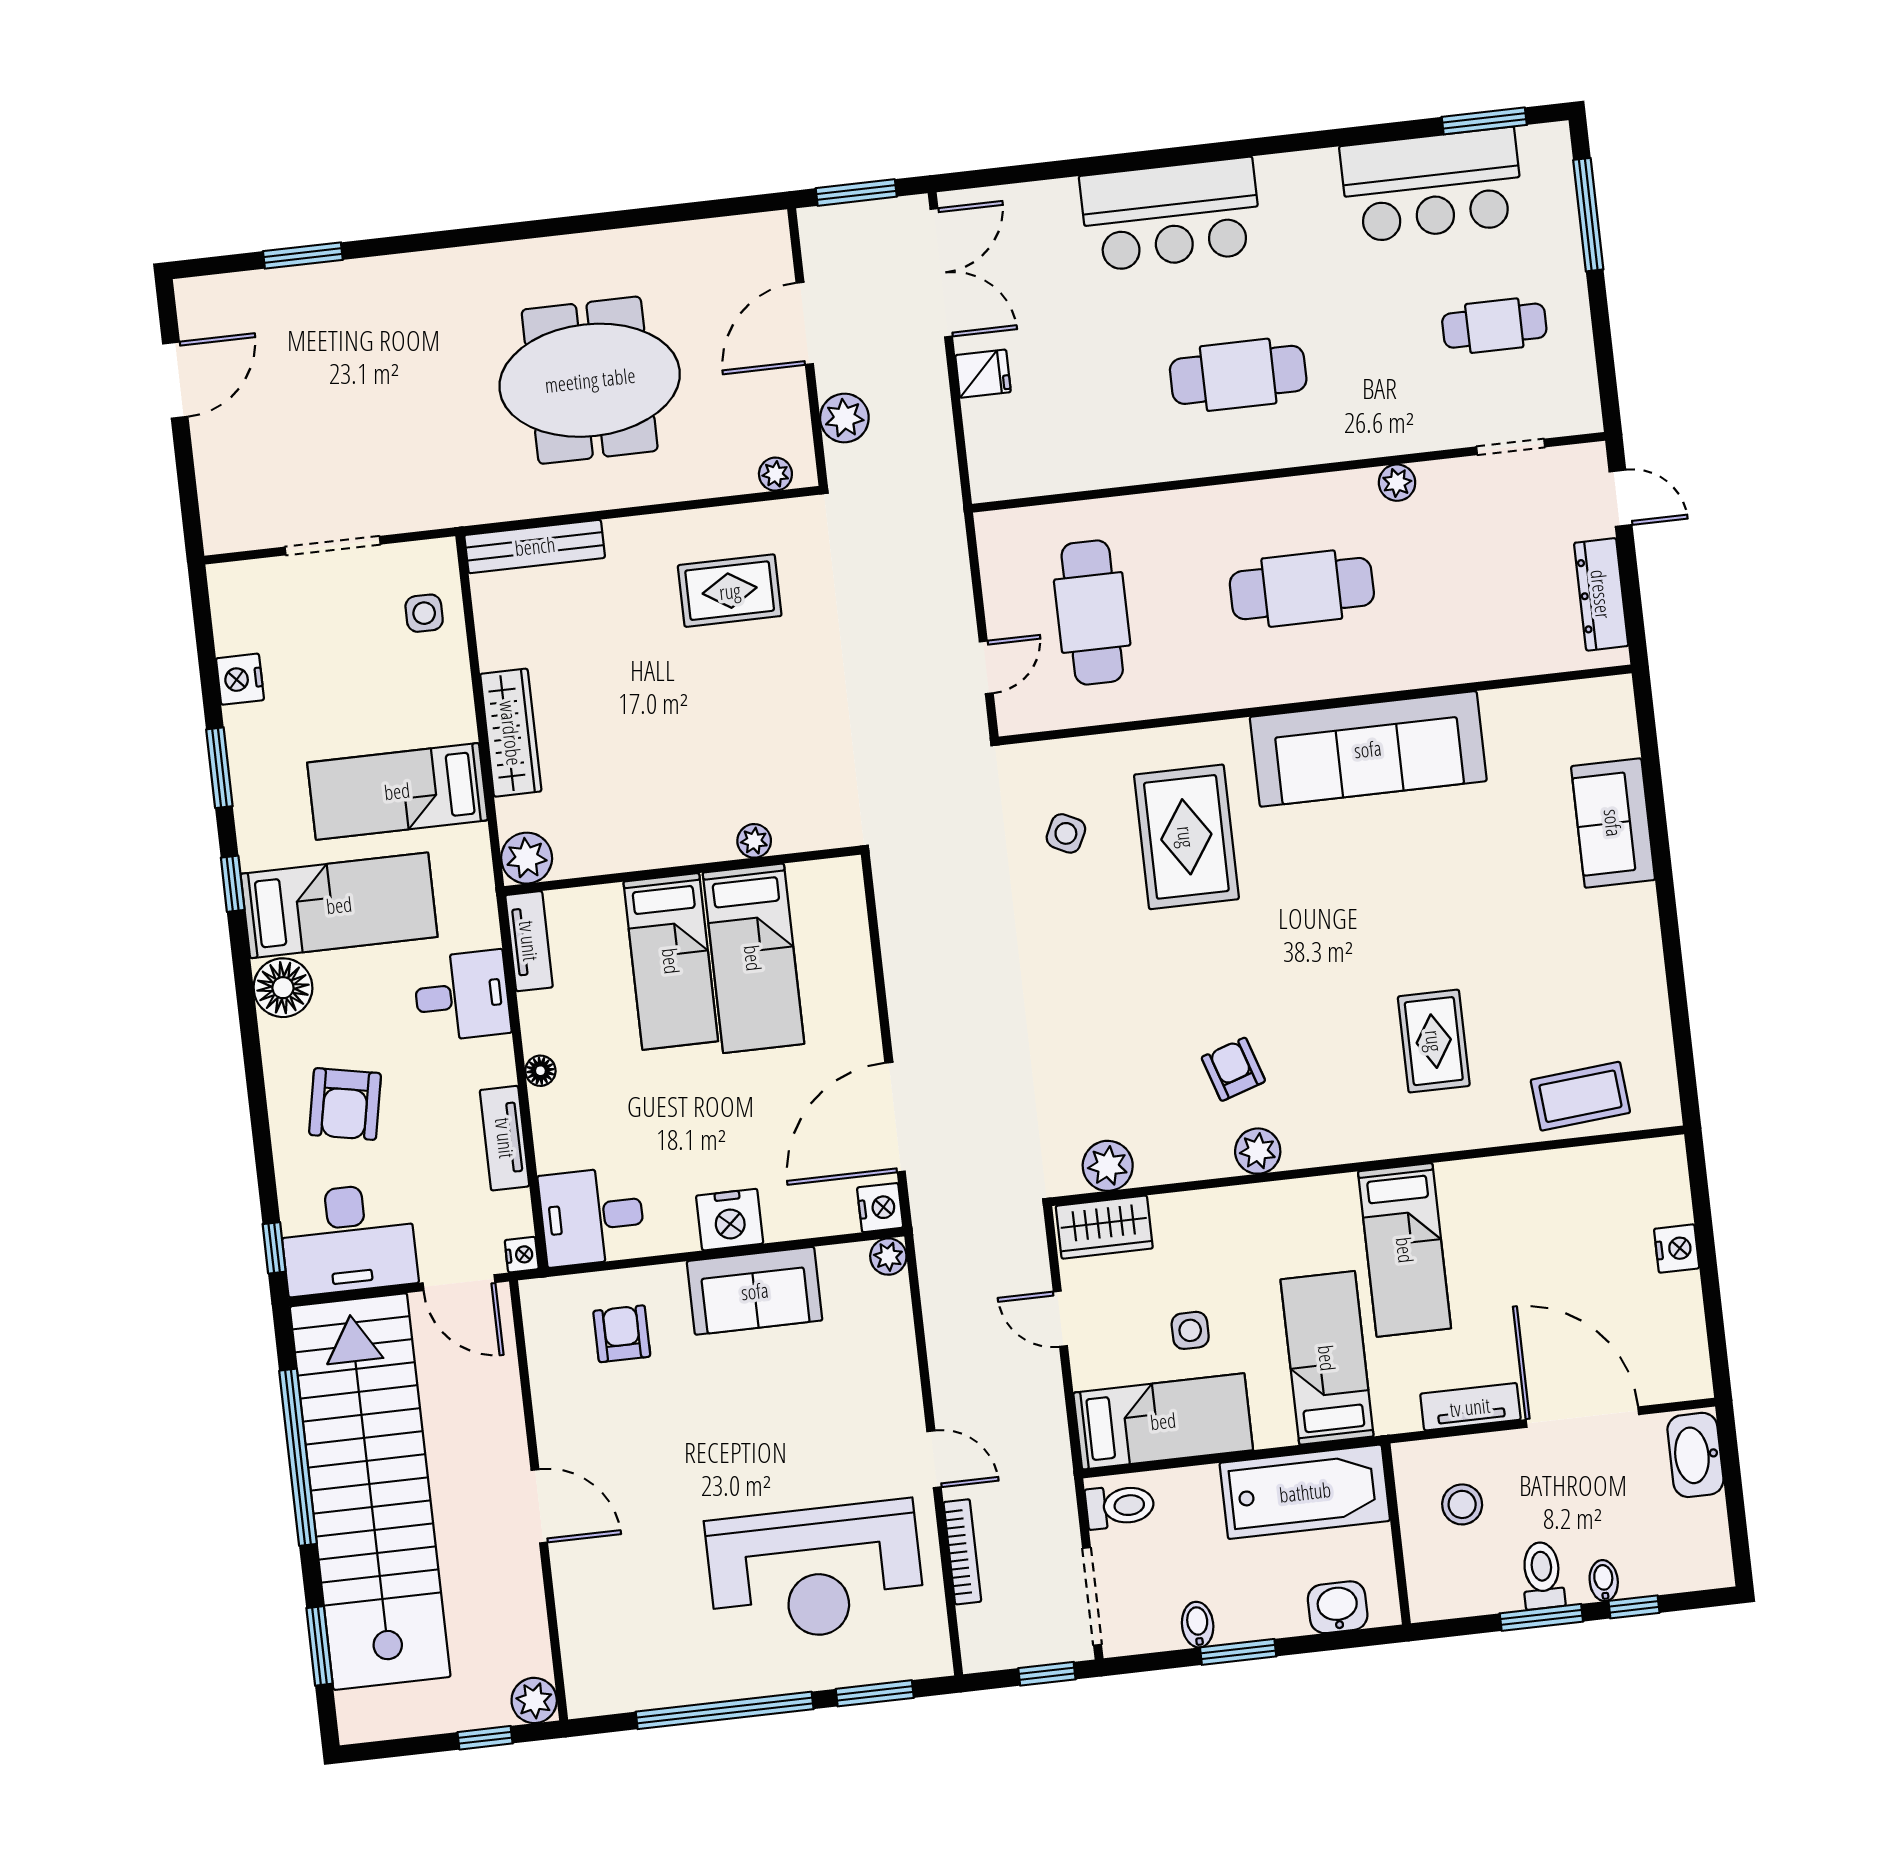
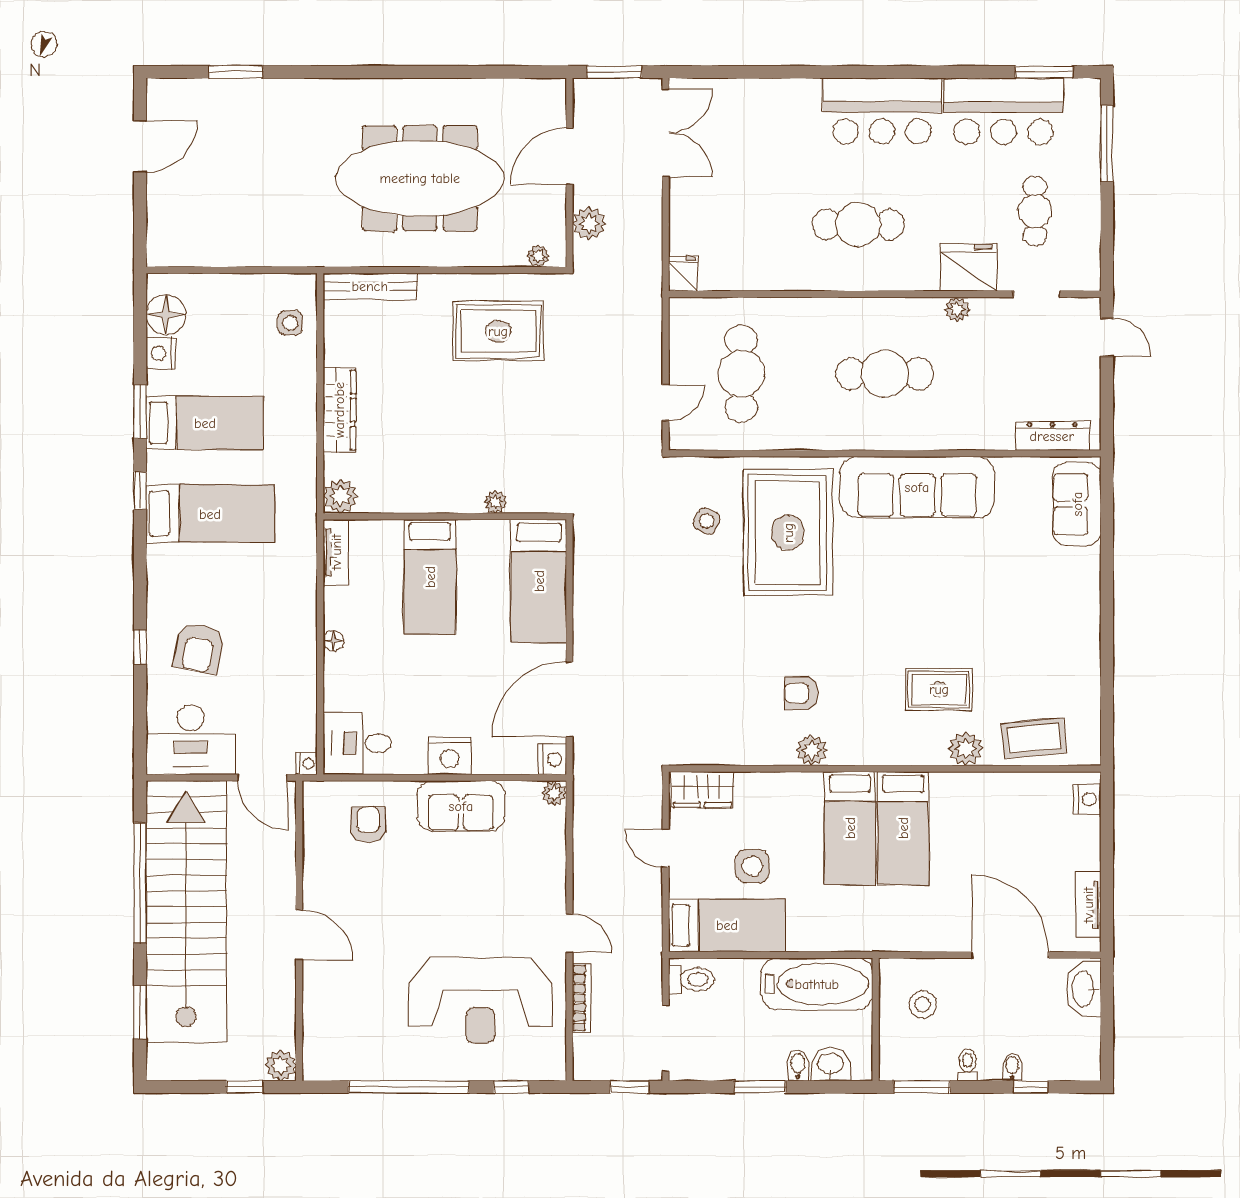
bar counter: (1171, 214) -> (882, 111), moved
cafe table: (1494, 326) -> (1035, 211), turned 90
fridge: (983, 374) -> (683, 274), moved, turned -90
meeting table: (590, 380) -> (420, 178), width x1.36
fridge: (1407, 419) -> (969, 267), added
doorway: (333, 546) -> (234, 270), removed
rug: (730, 591) -> (498, 331), width x1.36, depth x1.43
dresser: (1601, 594) -> (1052, 436), moved, turned 90
bed: (397, 791) -> (205, 423), moved, turned 180
sofa: (1613, 823) -> (1077, 504), moved
rug: (1186, 837) -> (788, 533), width x1.37, depth x1.44
bed: (753, 958) -> (539, 581), moved
floor lamp: (283, 988) -> (166, 315), moved
desk: (462, 996) -> (286, 584), removed
rug: (1434, 1041) -> (939, 689), turned 90
armchair: (1233, 1069) -> (802, 693), turned -72
tv unit: (505, 1138) -> (304, 684), removed
plant: (1108, 1166) -> (966, 749), moved
window: (274, 1248) -> (140, 647), moved
nightstand: (1677, 1249) -> (1087, 799), moved
side table: (1190, 1330) -> (752, 866), width x1.37, depth x1.37
bed: (1327, 1358) -> (850, 828), moved, turned 180
tv unit: (1470, 1407) -> (1088, 905), moved, turned -90
toilet: (1542, 1575) -> (968, 1065), width x0.73, depth x0.72
window: (1541, 1617) -> (922, 1087), moved
bidet: (1198, 1625) -> (798, 1065), moved
window: (875, 1693) -> (511, 1087), width x0.67

